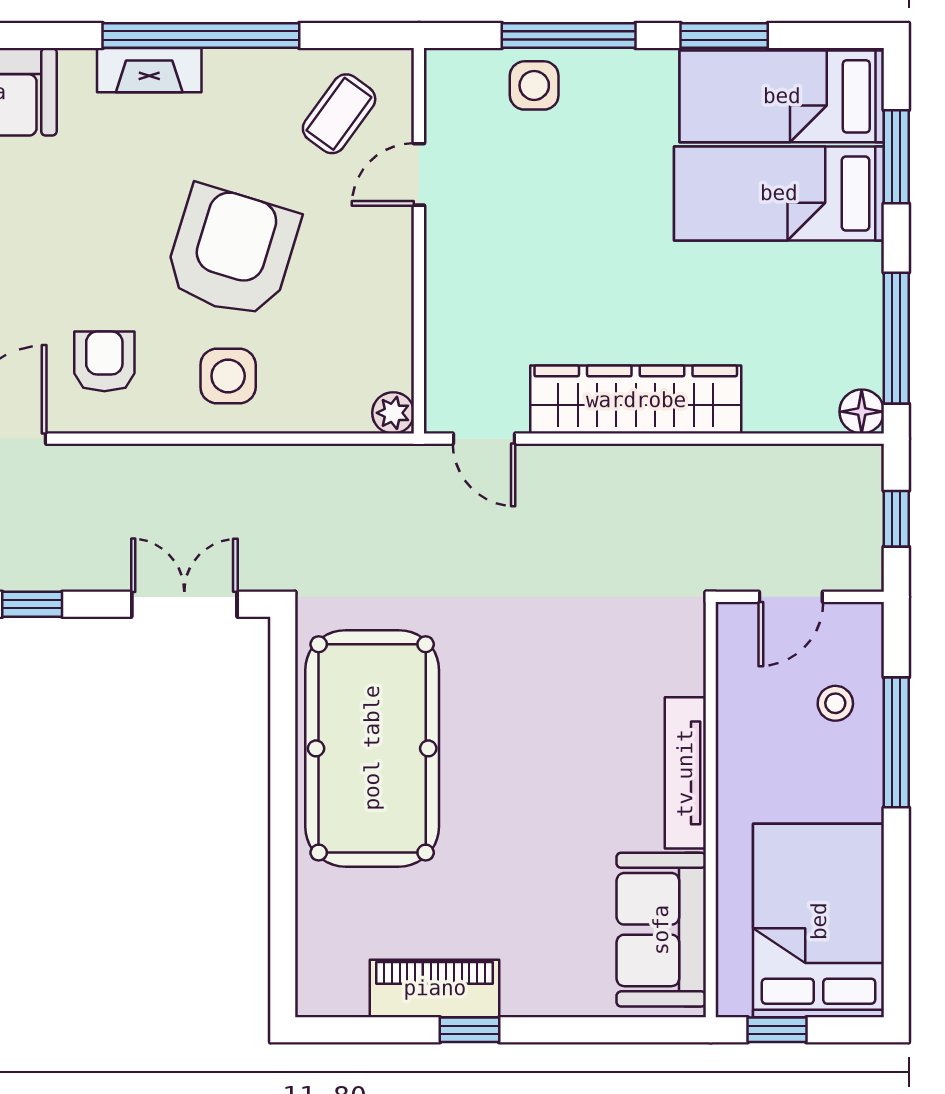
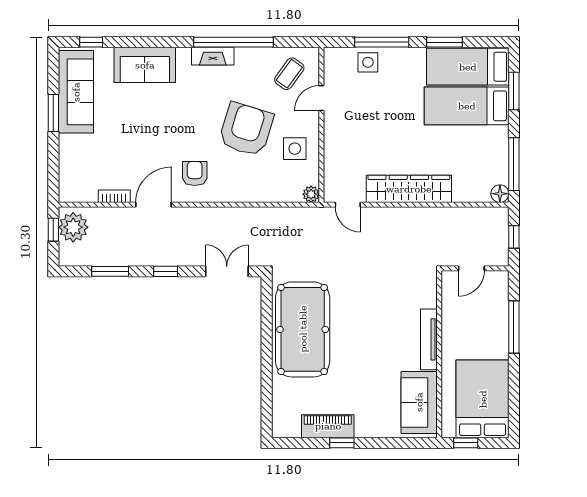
side table: (228, 376) -> (295, 149), moved
stool: (835, 703) -> (489, 311), removed

